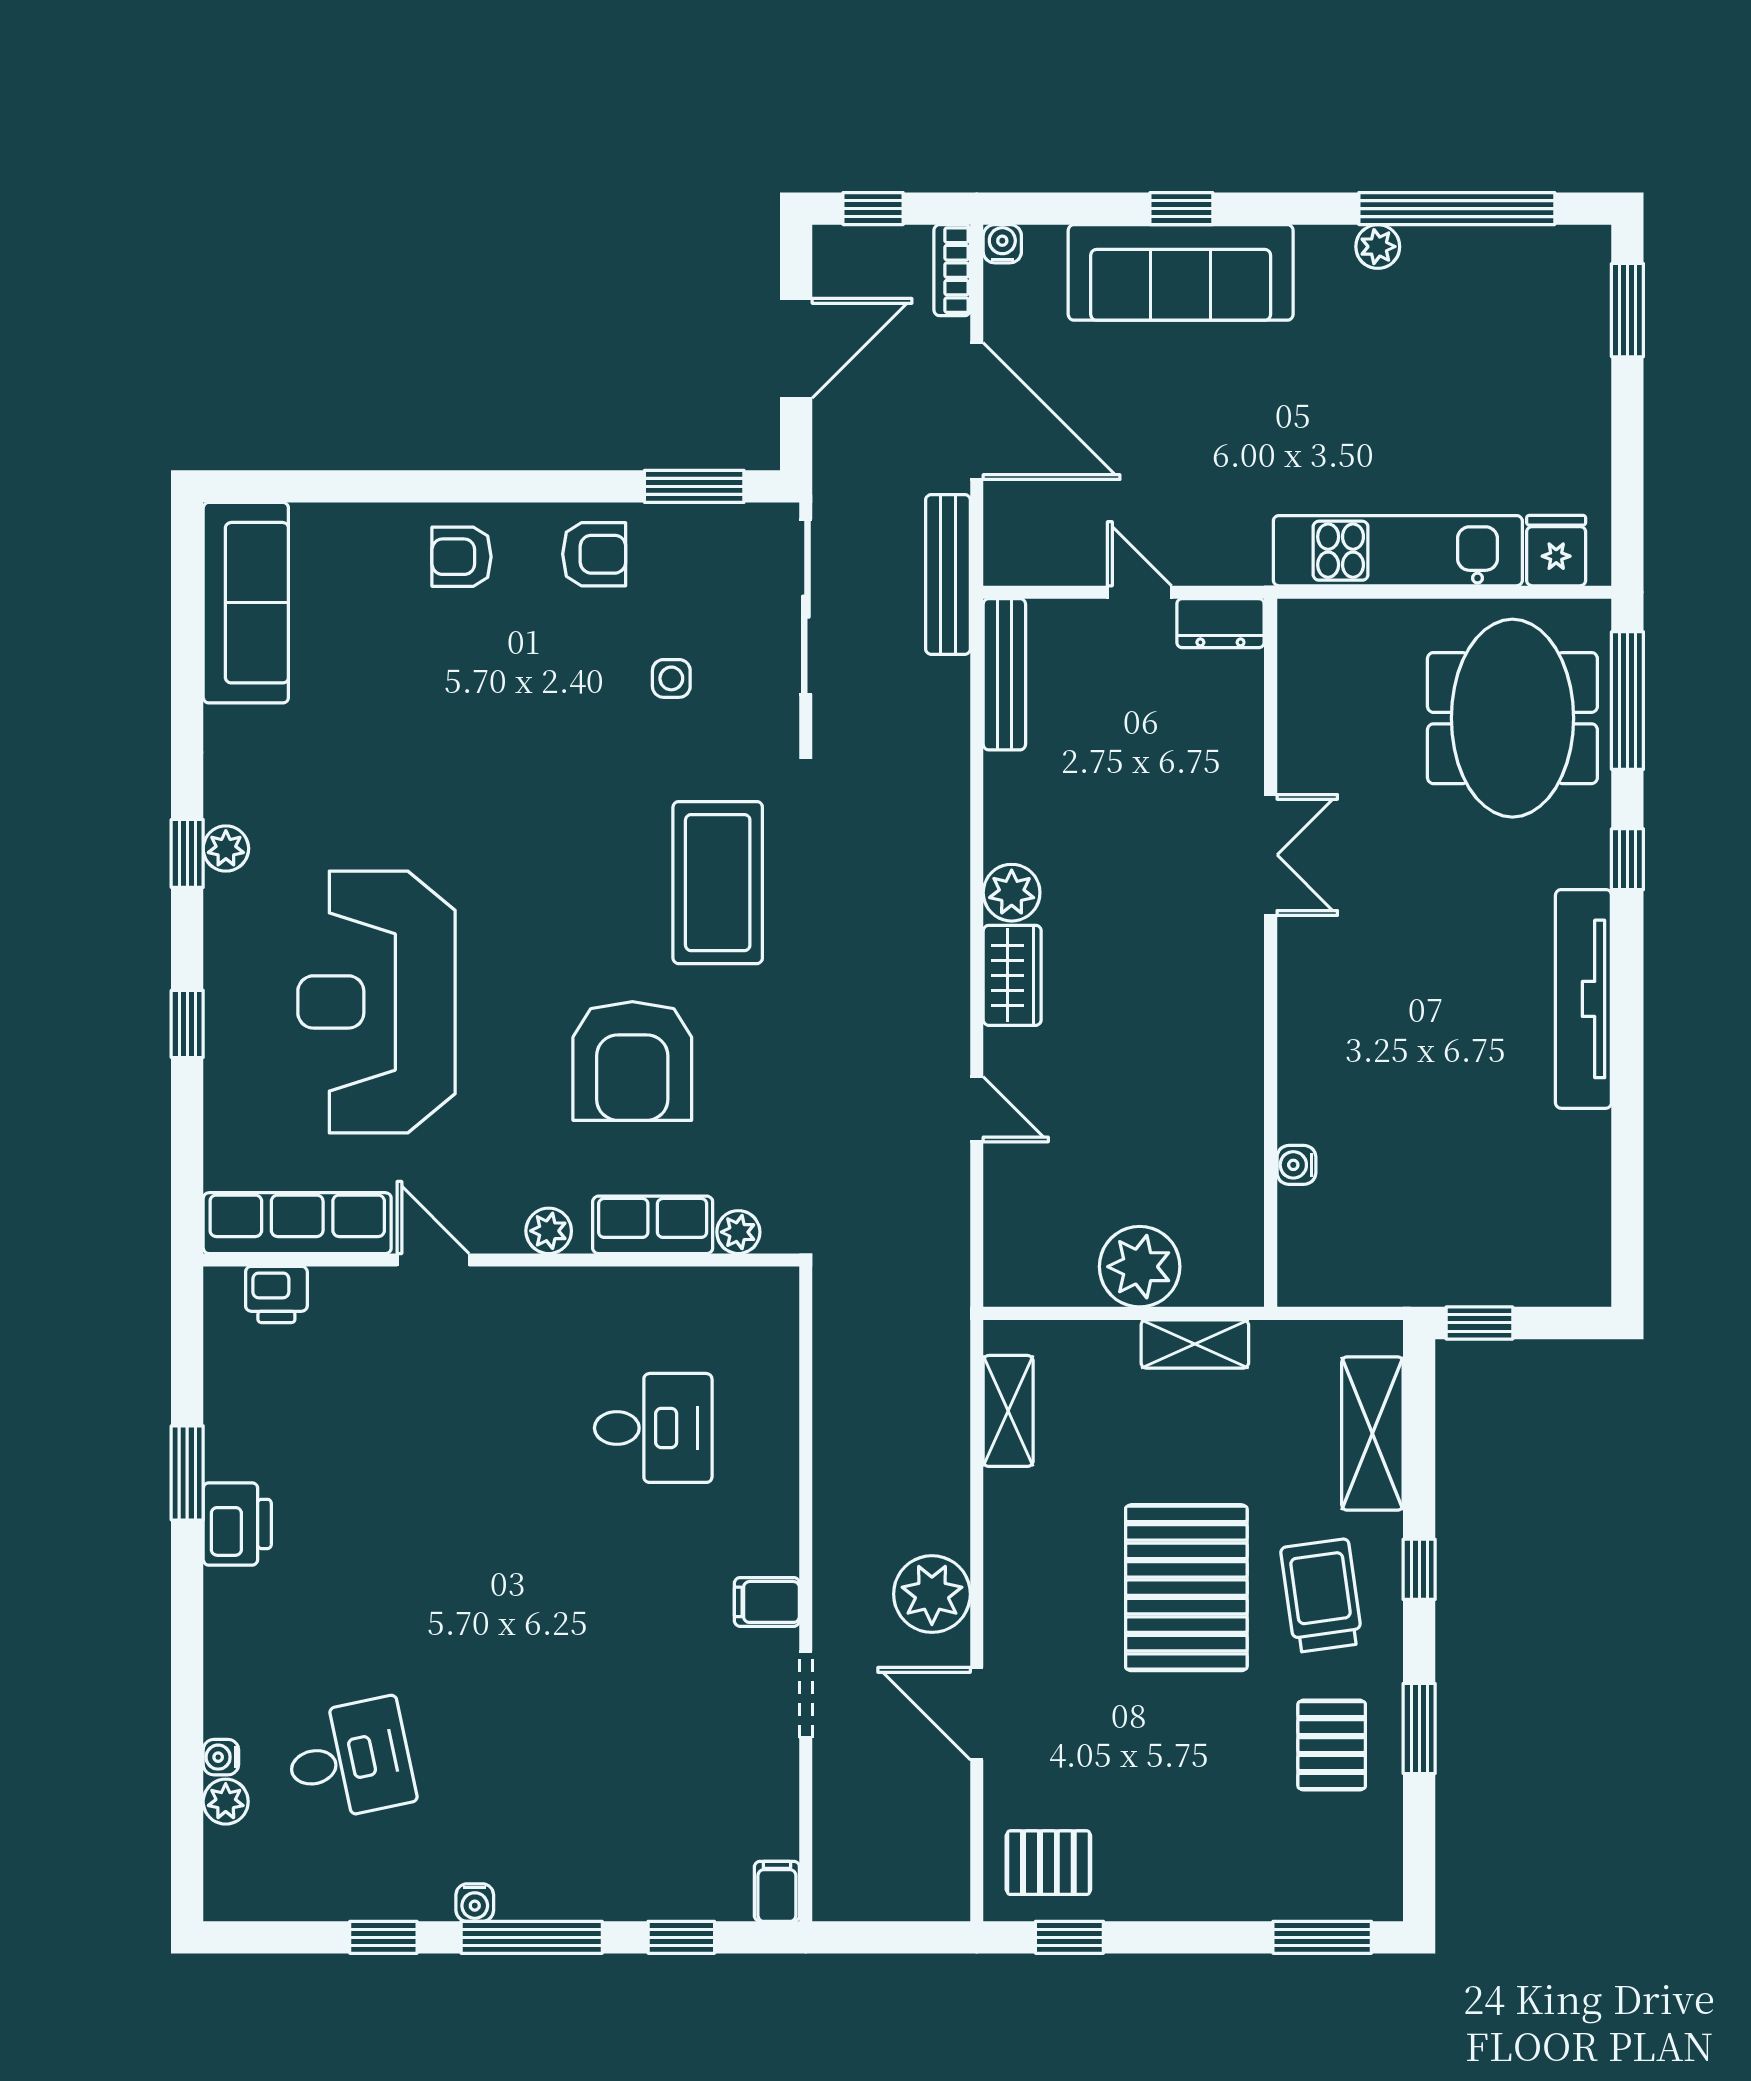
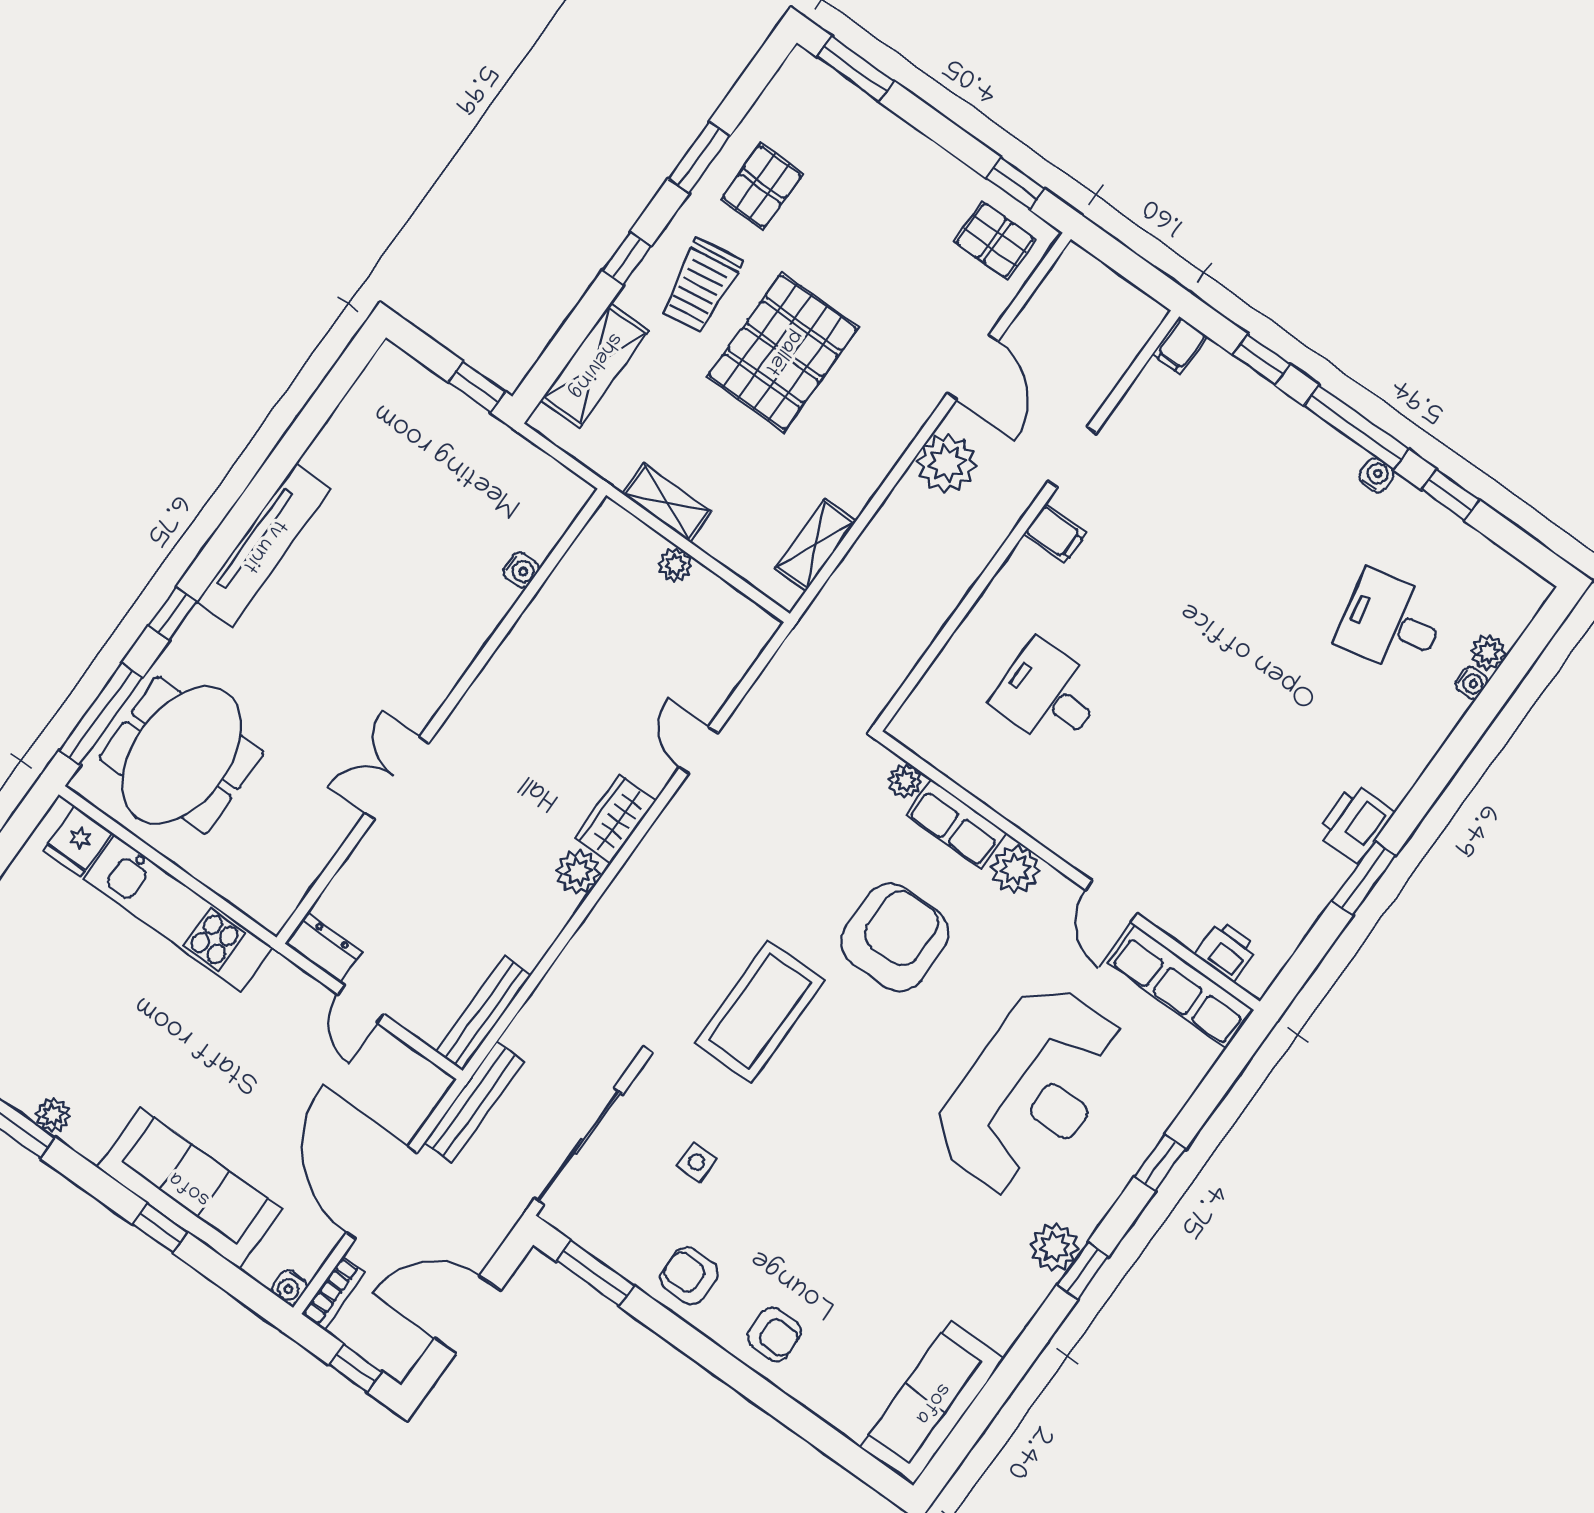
plant: (226, 849) -> (1054, 1247), width x1.38, depth x1.38
plant: (549, 1231) -> (1016, 869), width x1.38, depth x1.38
plant: (1140, 1267) -> (675, 565), width x0.53, depth x0.53

